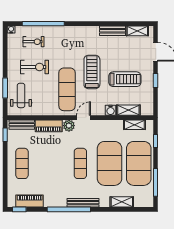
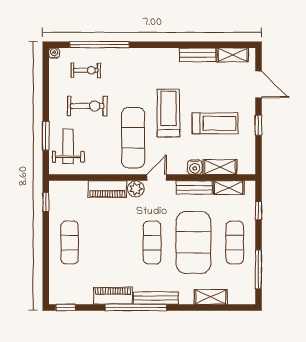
bench: (22, 125) -> (194, 188), moved
exercise mat: (139, 163) -> (235, 243), width x0.50, depth x0.69
piano: (30, 201) -> (113, 296), moved

